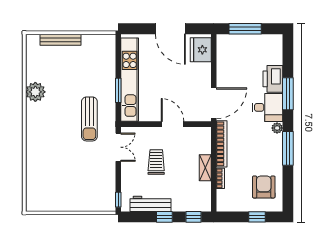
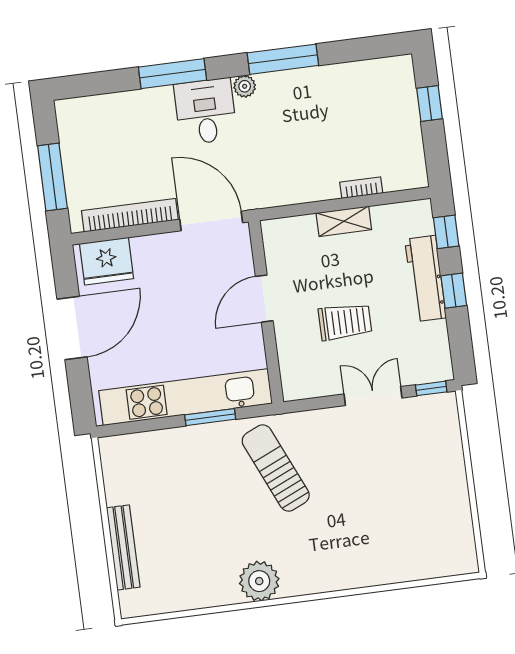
printer: (273, 79) -> (146, 108), removed
plant: (35, 92) -> (259, 581), moved
sun lounger: (89, 119) -> (276, 468), turned -114
bookcase: (222, 144) -> (130, 215), moved
double door: (118, 147) -> (373, 396), moved
trolley: (156, 162) -> (345, 322), turned 180
armchair: (264, 187) -> (367, 98), removed
workbench: (151, 204) -> (426, 278), moved

